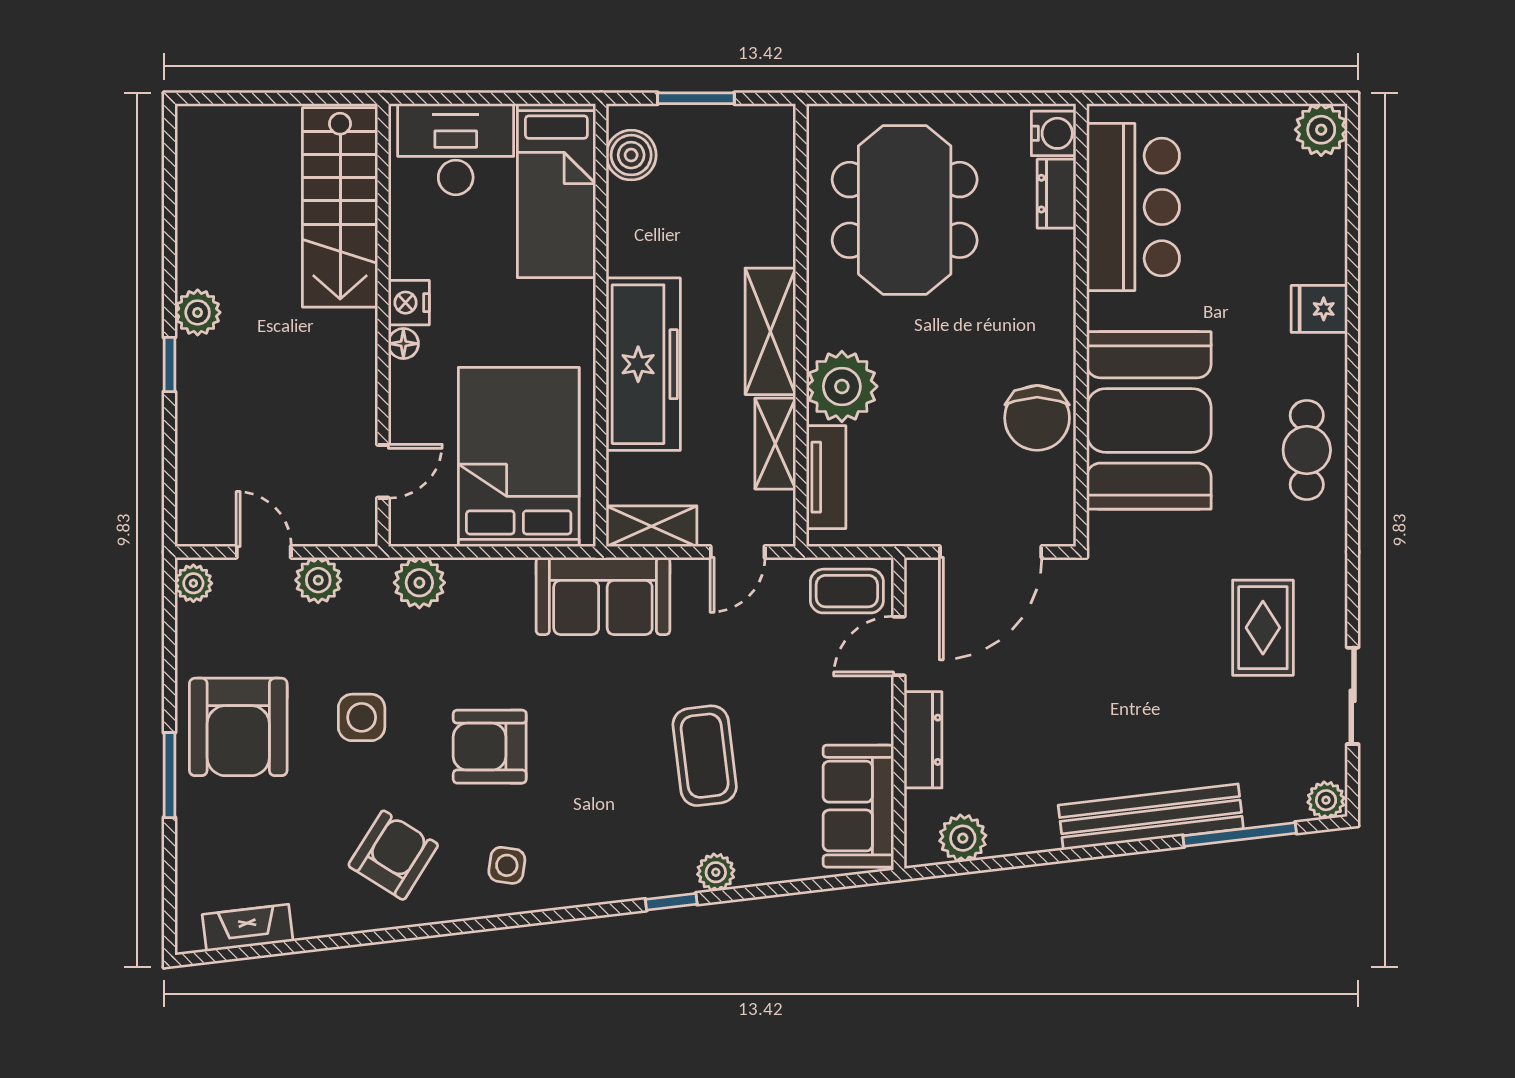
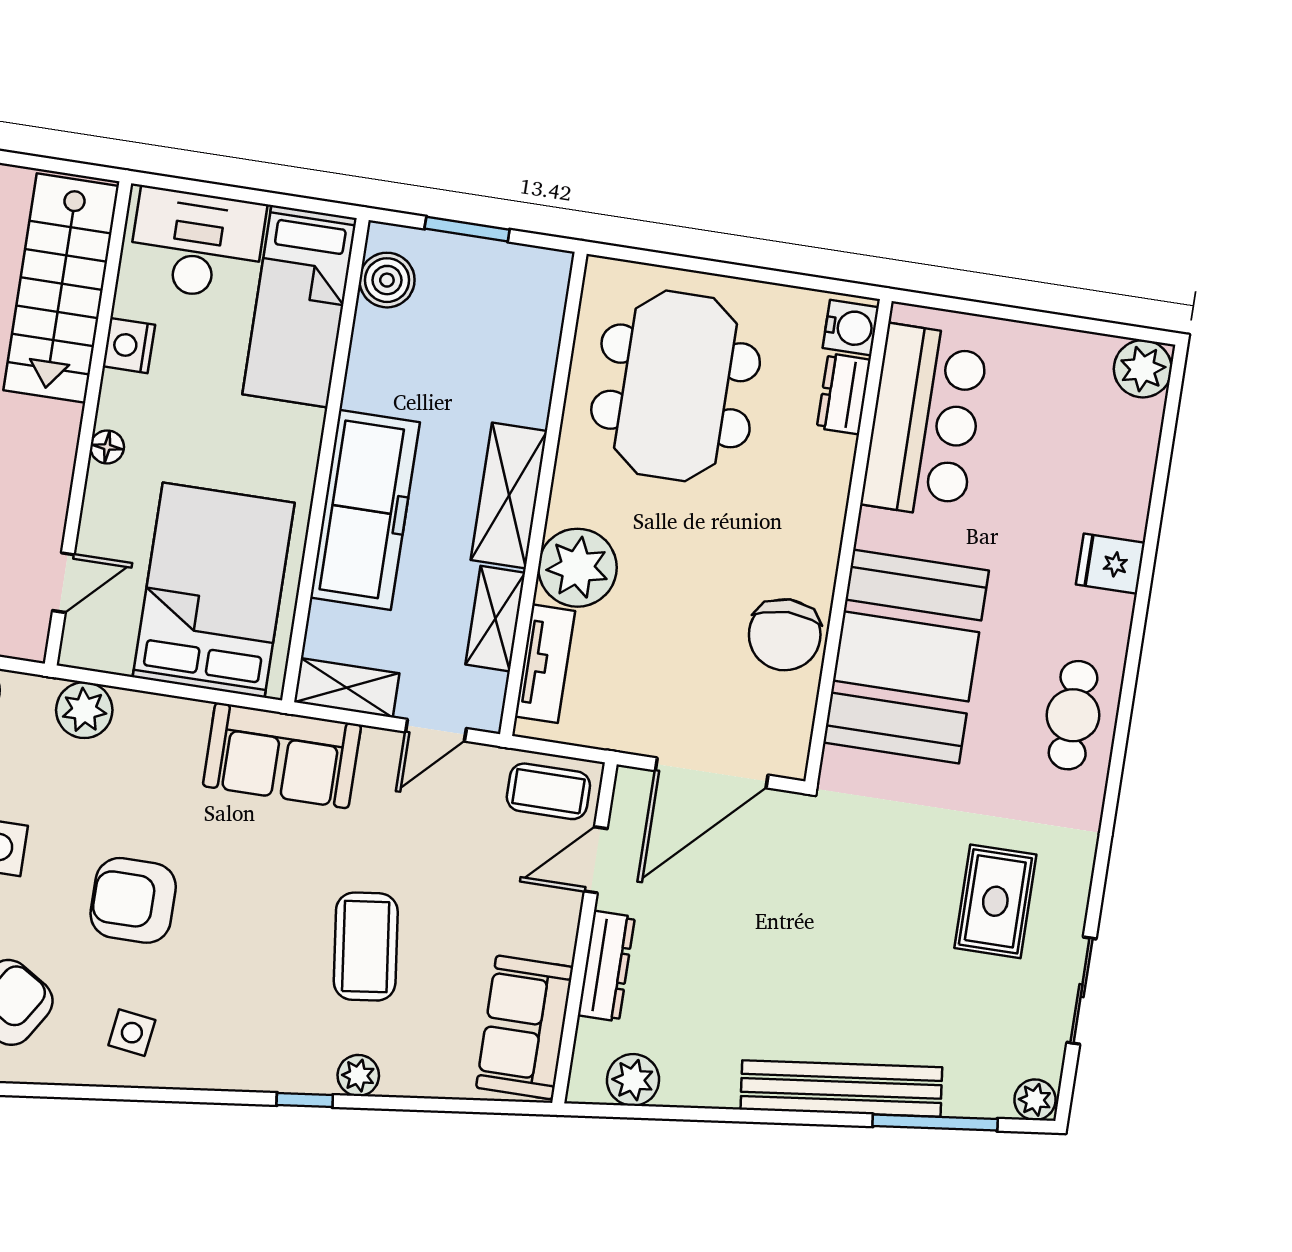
nightstand: (409, 303) -> (129, 346), moved

